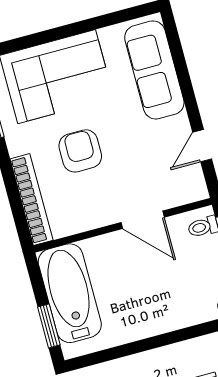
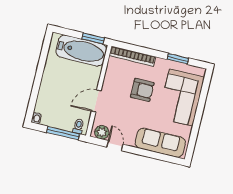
plant: (191, 181) -> (102, 132), added
window: (49, 326) -> (93, 38), moved

